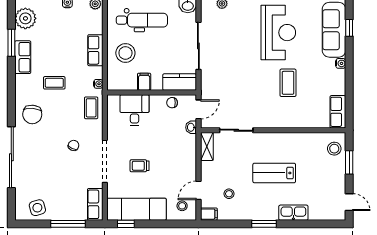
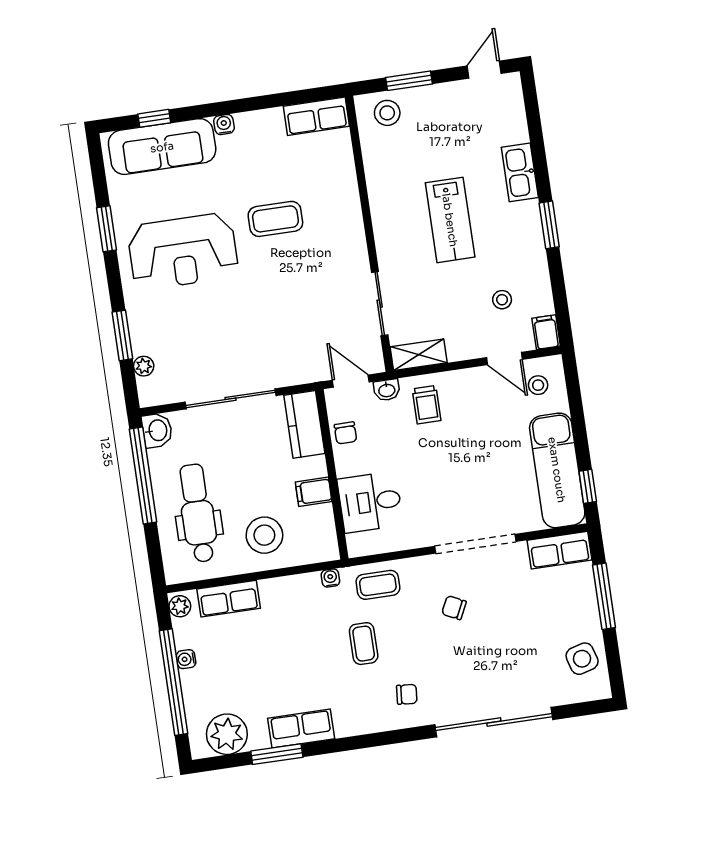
reception desk: (278, 33) -> (183, 251), turned 180
row of seats: (95, 50) -> (229, 599), moved
coffee table: (54, 83) -> (364, 644), moved
chair: (32, 114) -> (407, 694), width x0.54, depth x0.54
trolley: (140, 166) -> (427, 405), moved

